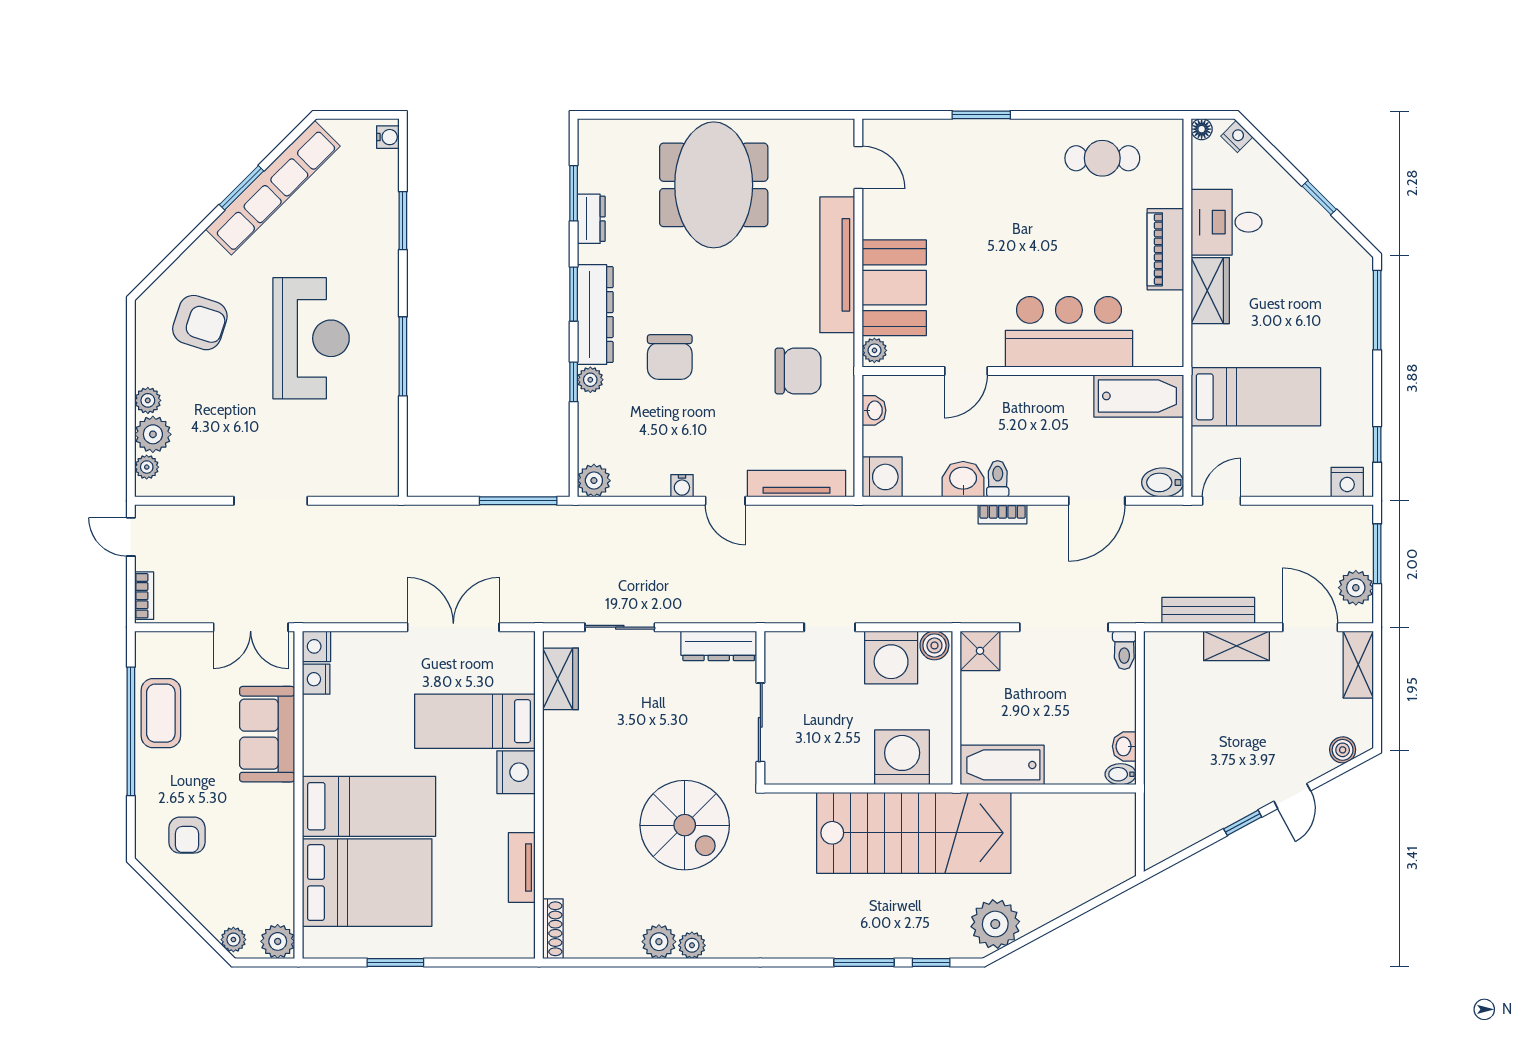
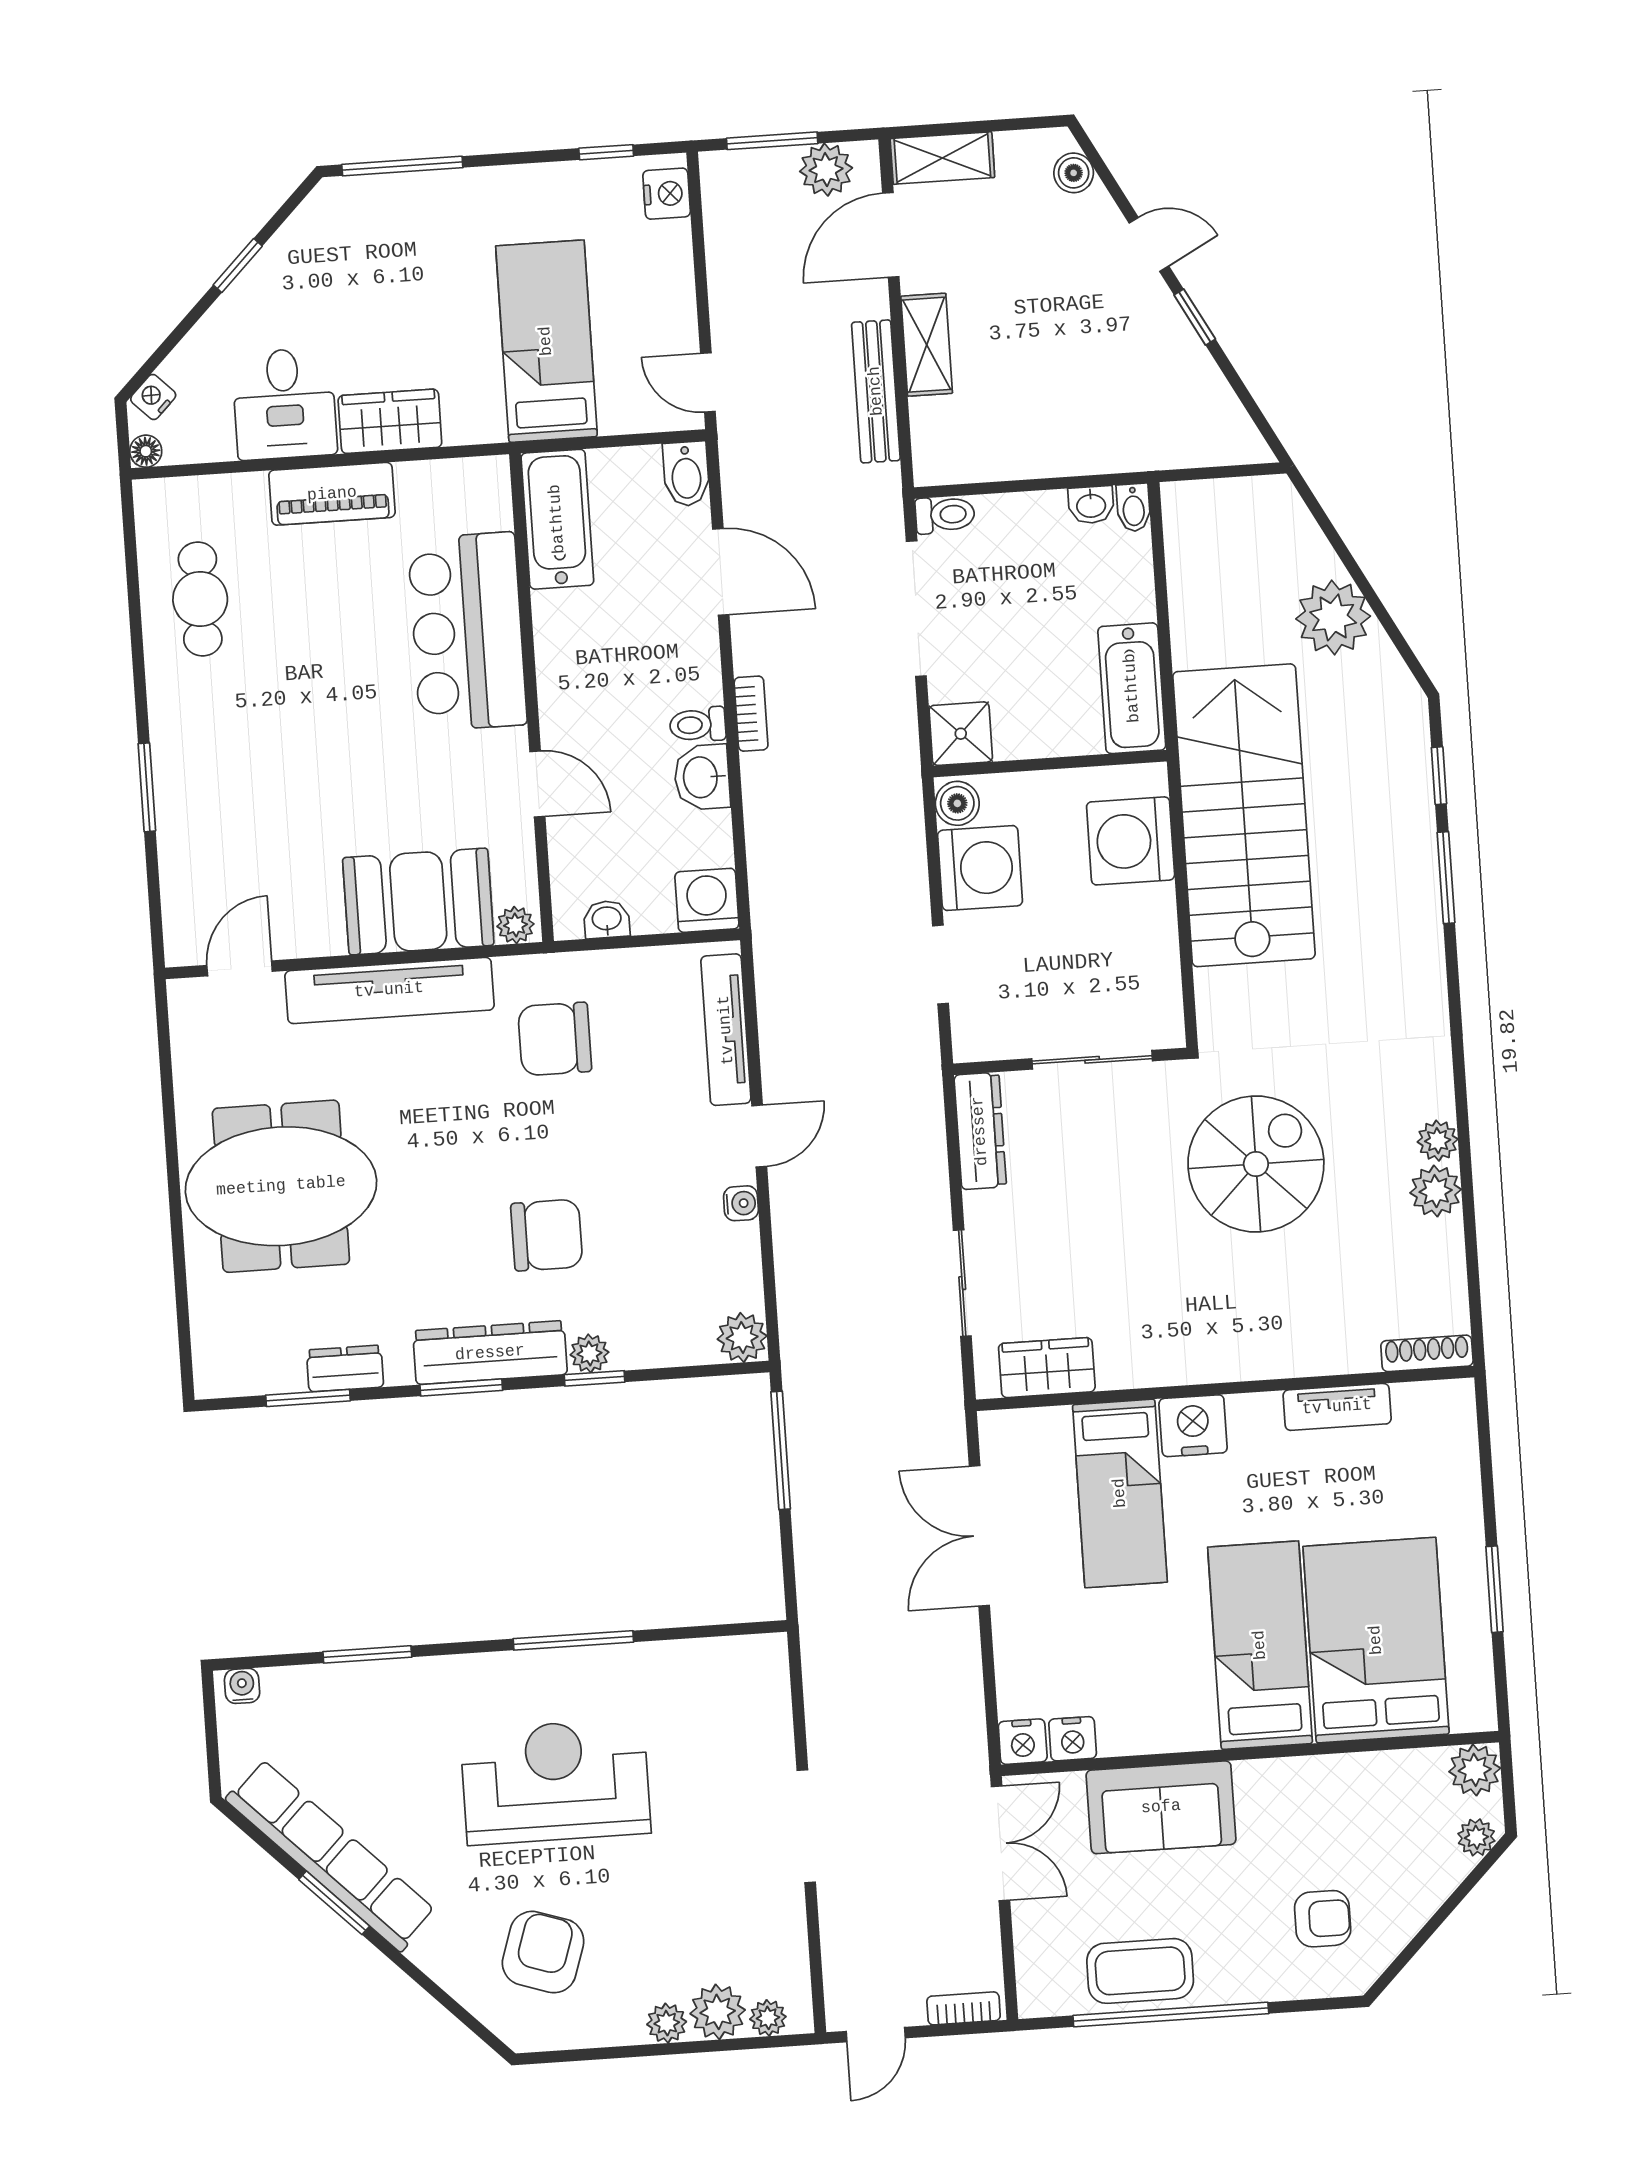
chair: (798, 371) -> (555, 1039), turned -90
plant: (995, 924) -> (1333, 617), moved

